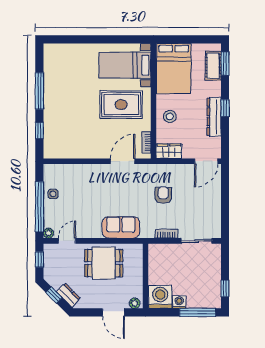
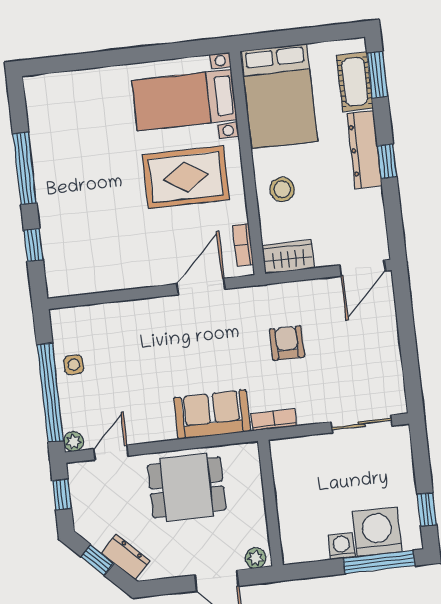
dresser: (214, 117) -> (364, 150), moved
bookcase: (166, 234) -> (274, 420), moved
washing machine: (160, 297) -> (377, 532), moved

